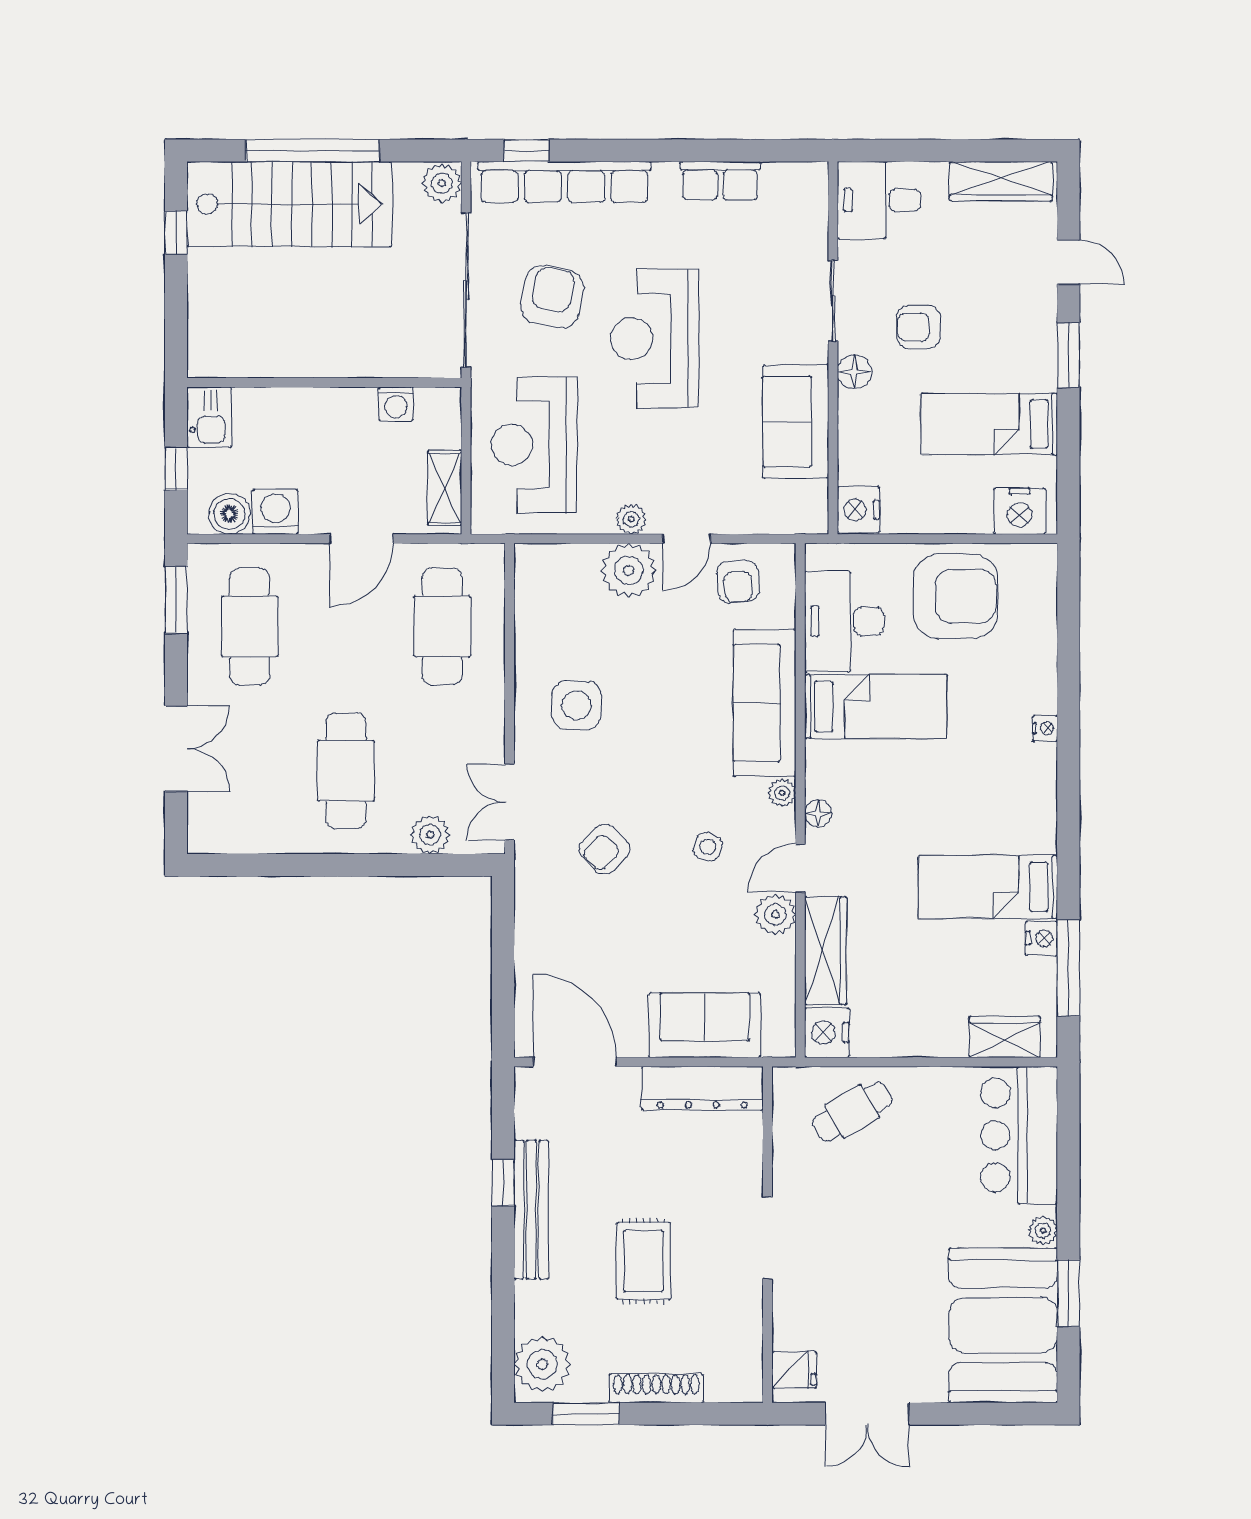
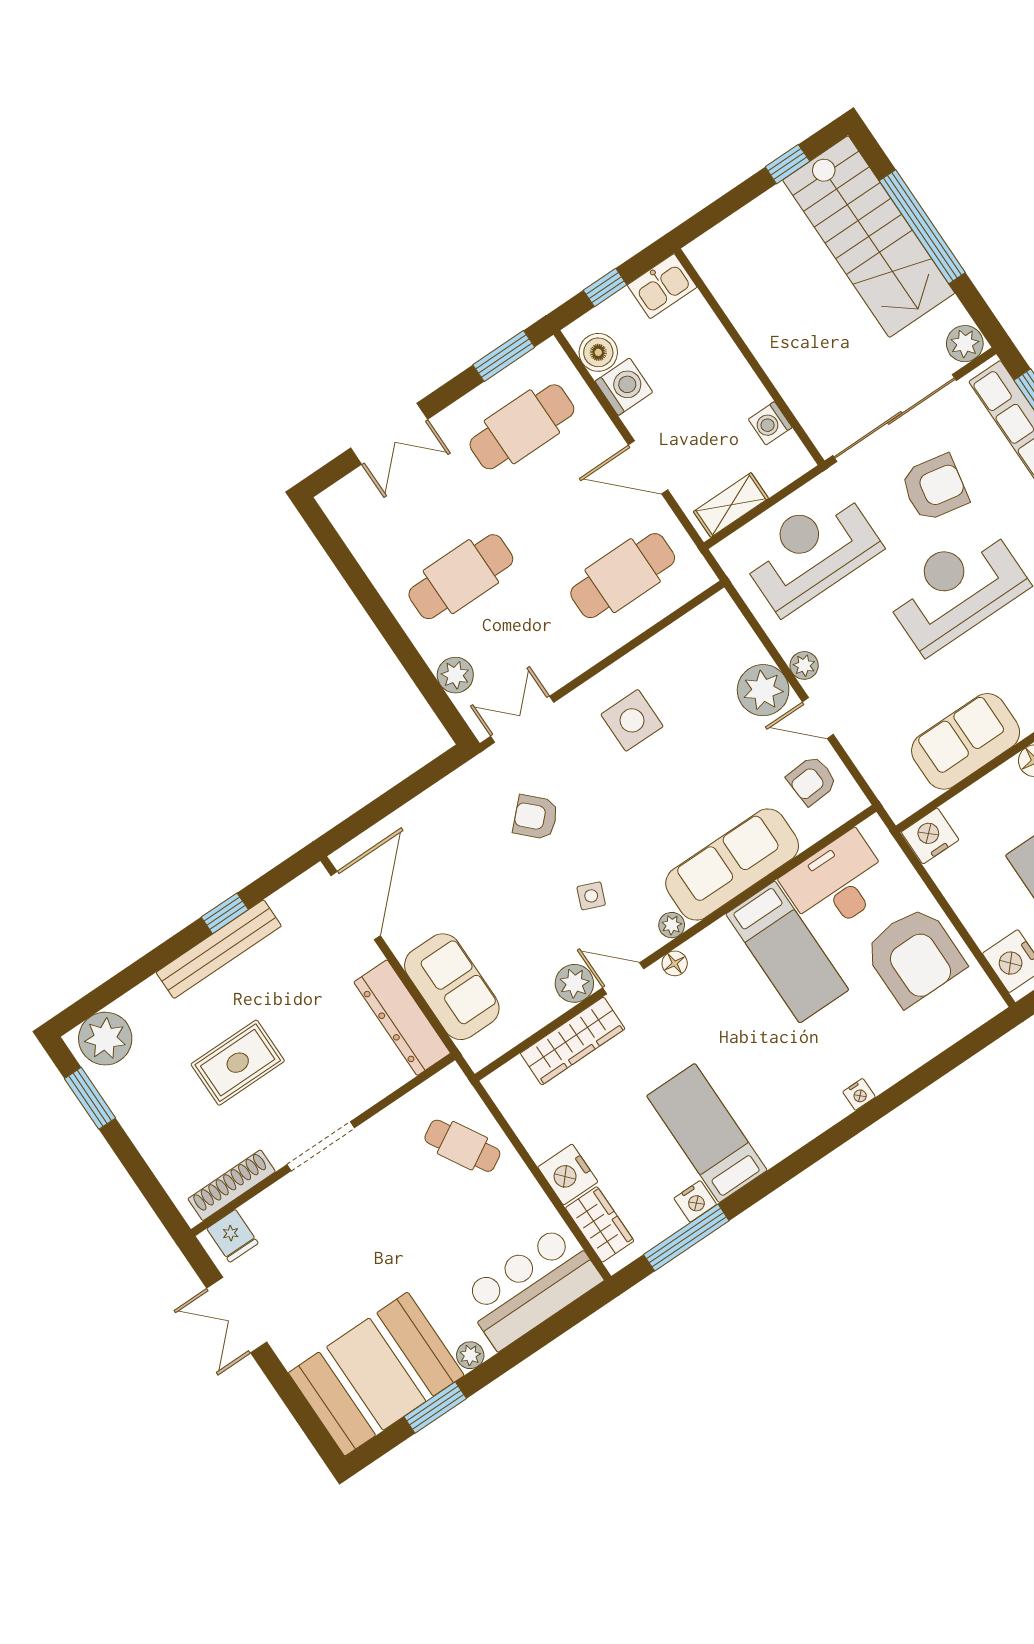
nightstand: (827, 1033) -> (568, 1174), moved, turned -90
shoe rack: (656, 1388) -> (232, 1185), moved, turned -90

